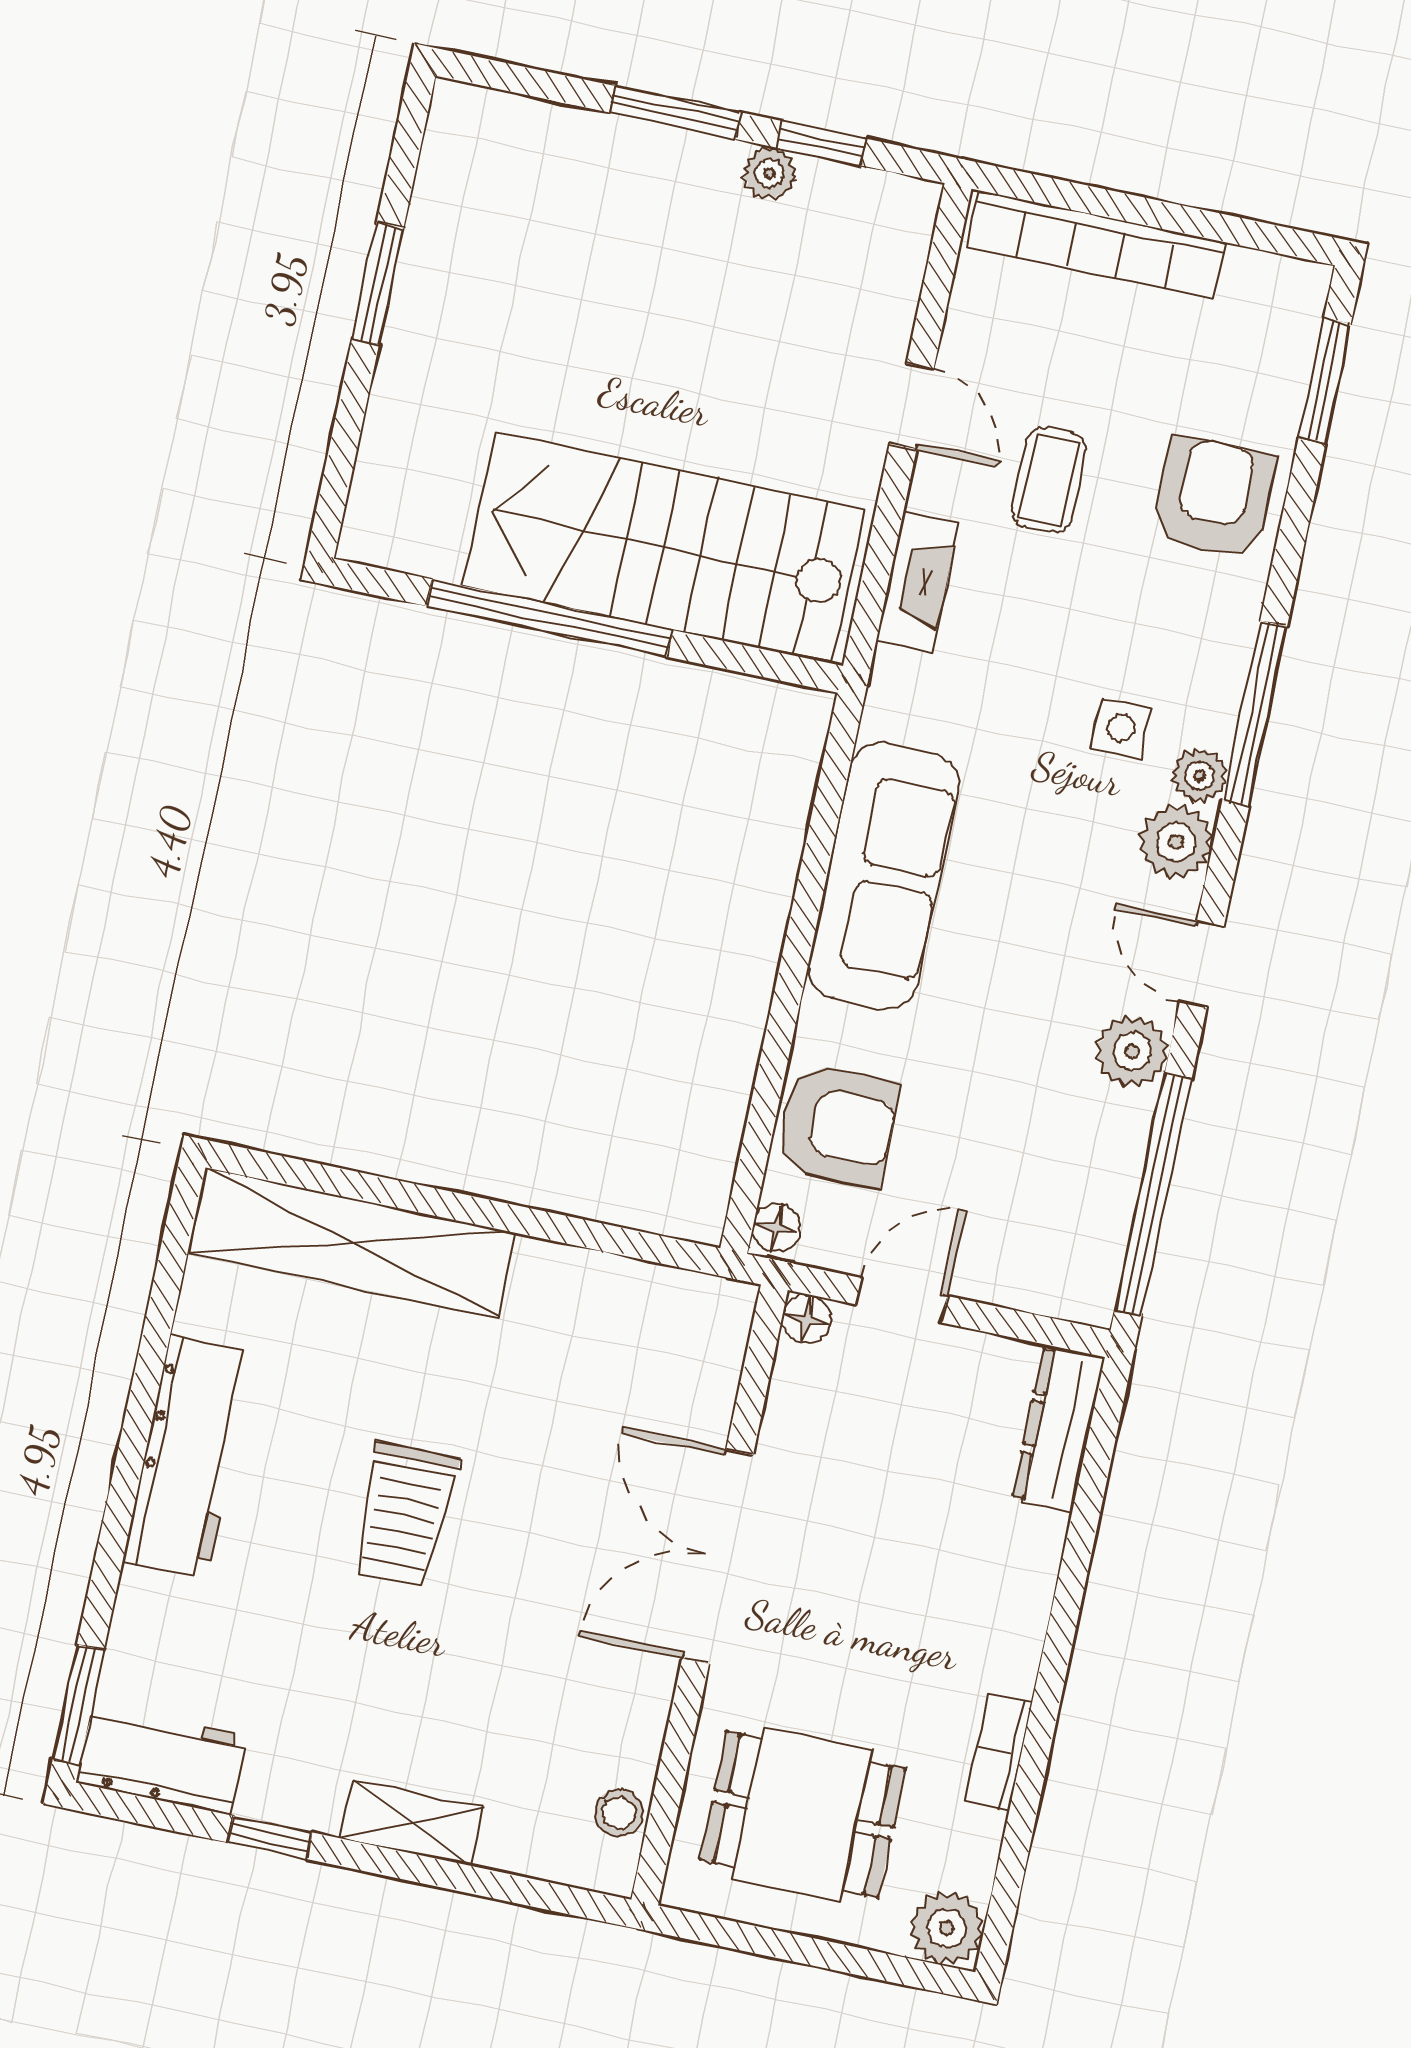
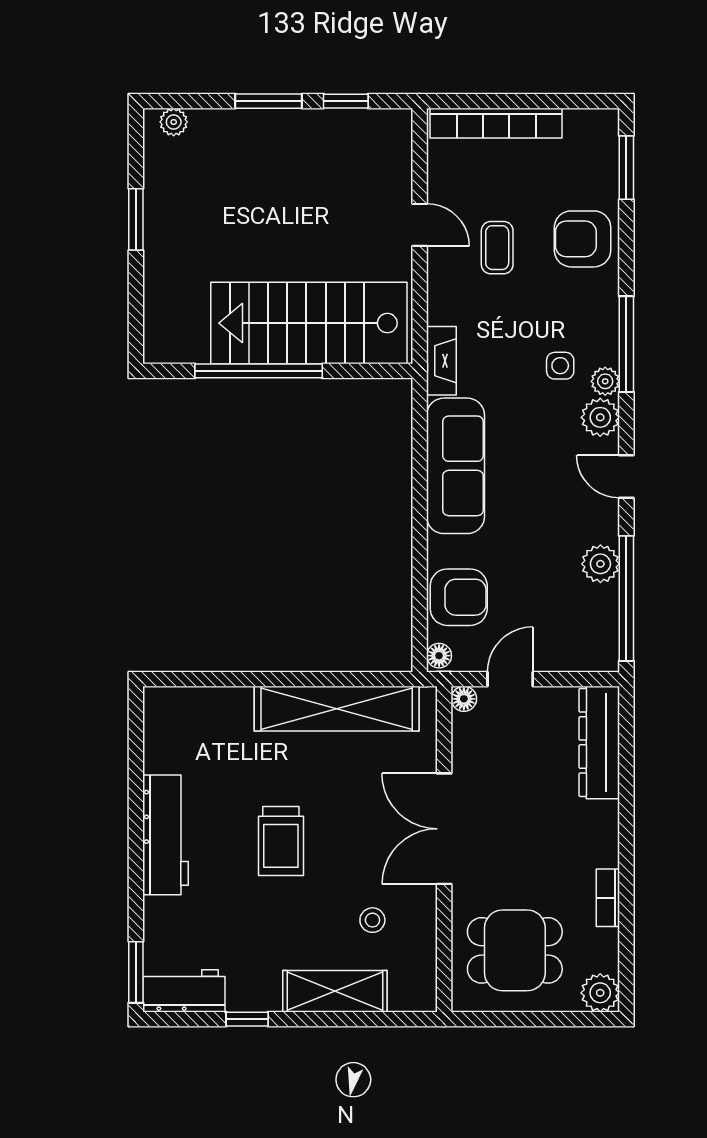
plant: (769, 173) -> (174, 122), moved
armchair: (1214, 498) -> (583, 239), turned -90
fireplace: (918, 582) -> (441, 361), moved
plant: (1132, 1052) -> (600, 564), moved
shelving: (352, 1243) -> (337, 709), moved
dresser: (1058, 1428) -> (599, 742), width x1.37, depth x1.24
stool: (619, 1813) -> (372, 920), moved
shelving: (412, 1823) -> (335, 991), width x1.50, depth x1.33

